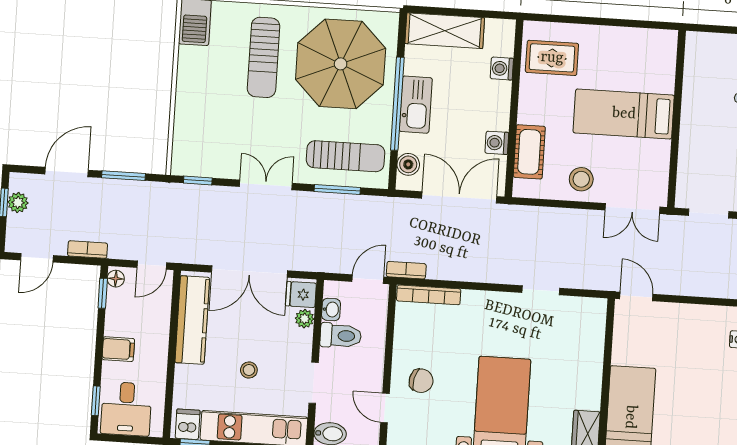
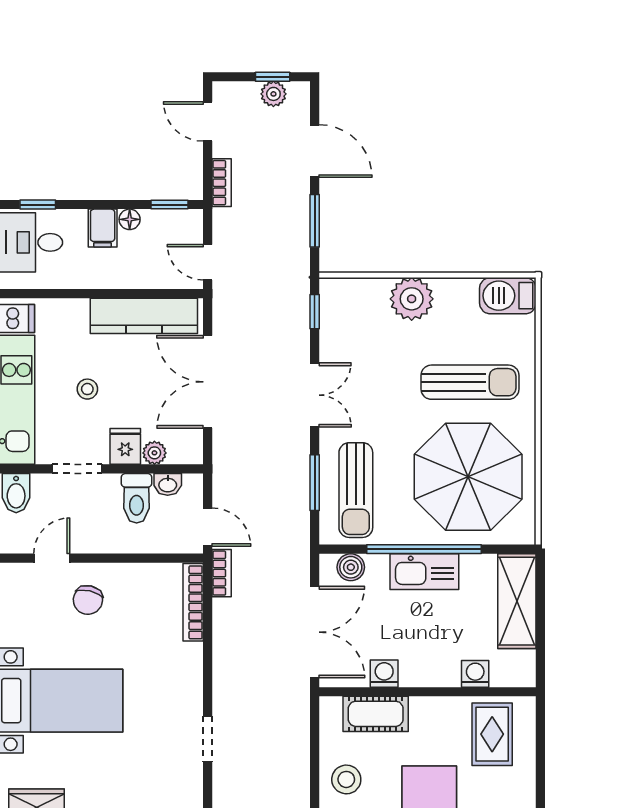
sun lounger: (264, 57) -> (470, 382), turned 180
plant: (192, 101) -> (412, 299), added
floor lamp: (116, 279) -> (130, 219), moved
fridge: (301, 294) -> (125, 446), moved

